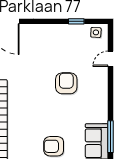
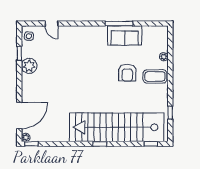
plant: (61, 33) -> (29, 66), added
armchair: (66, 83) -> (73, 62), removed

